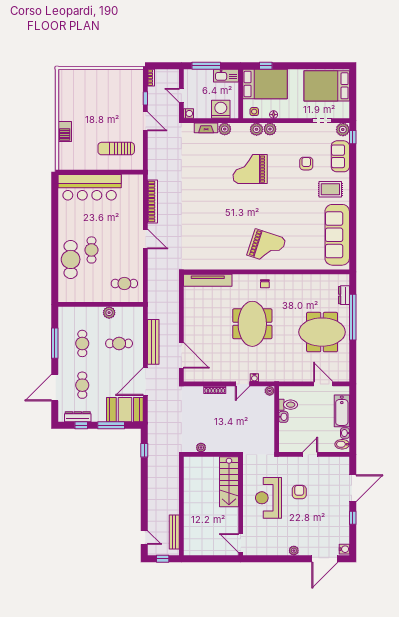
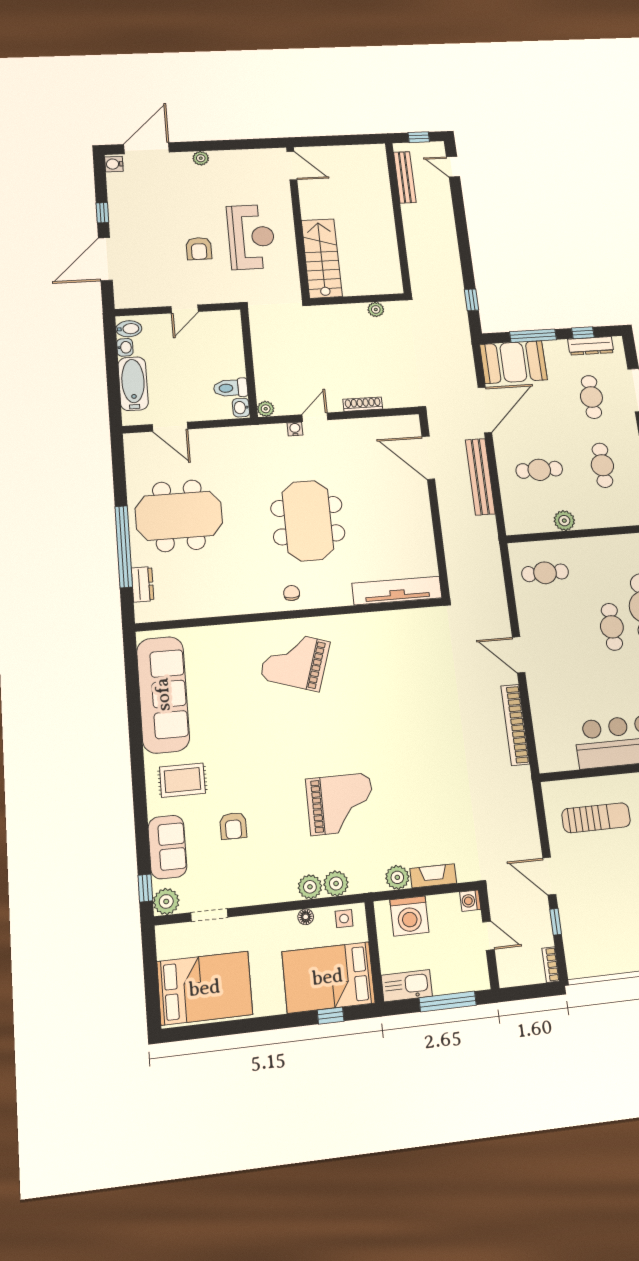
washbasin: (283, 417) -> (241, 408), moved

